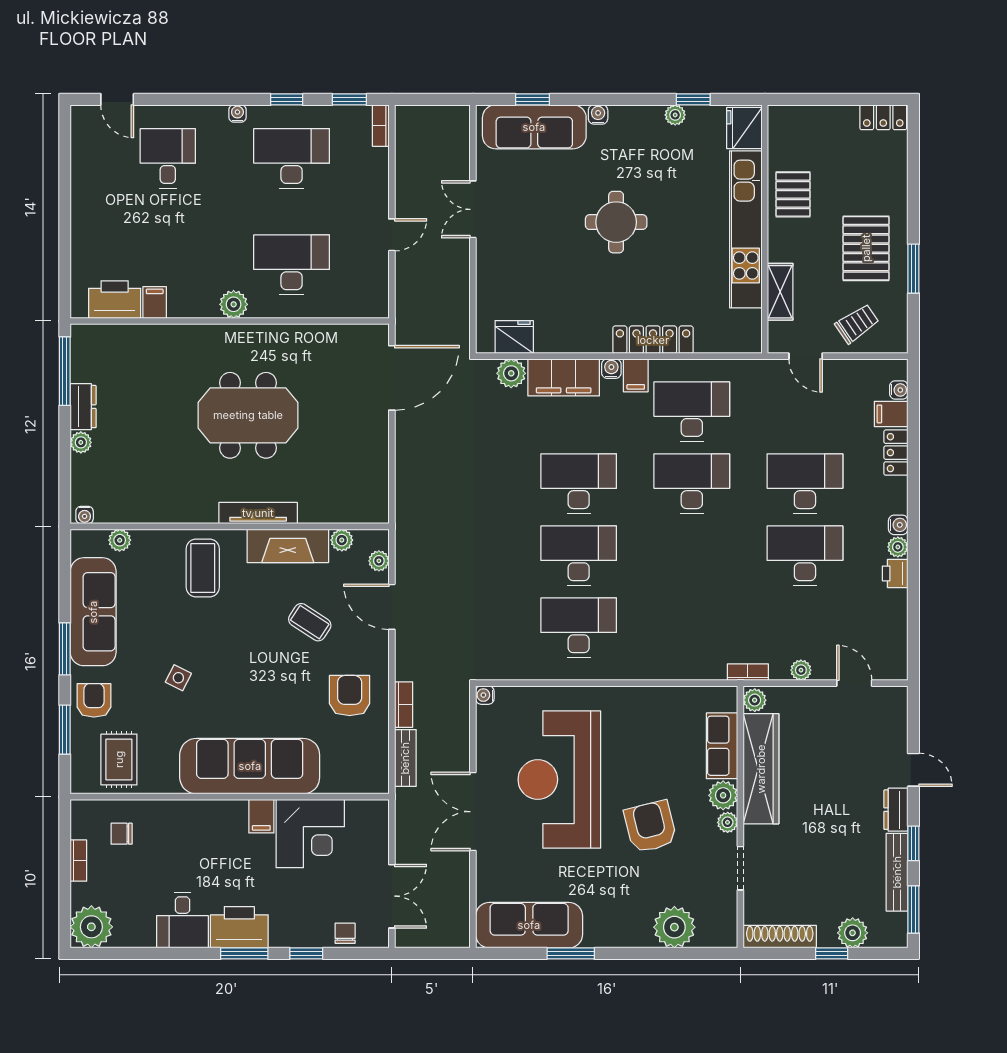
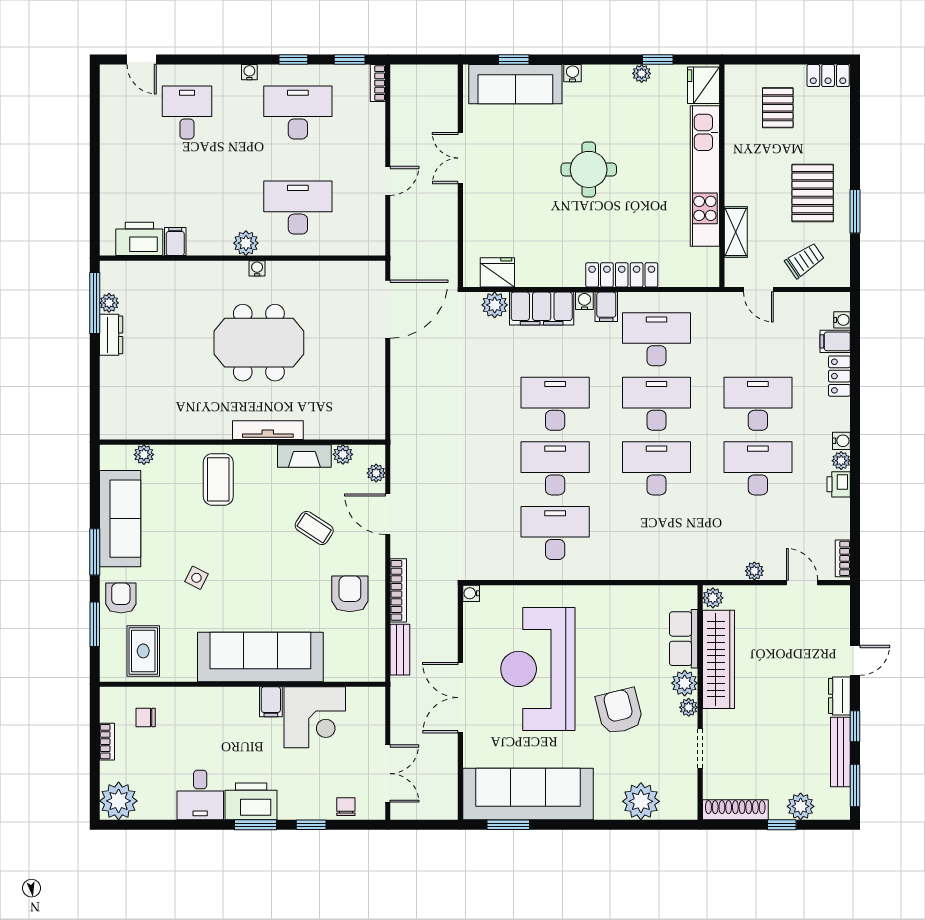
pallet: (793, 194) -> (778, 108), moved
plant: (81, 442) -> (109, 303), moved
water cooler: (85, 515) -> (257, 268), moved, turned 180
fireplace: (288, 546) -> (304, 456), width x0.73, depth x0.76
desk: (692, 556) -> (657, 468), added
bookcase: (748, 672) -> (843, 558), moved, turned -90
bookcase: (404, 705) -> (398, 590), width x1.56
door: (913, 770) -> (855, 660), hinge flipped
sofa: (529, 925) -> (528, 794), width x1.36, depth x1.27
window: (571, 953) -> (508, 825), moved

